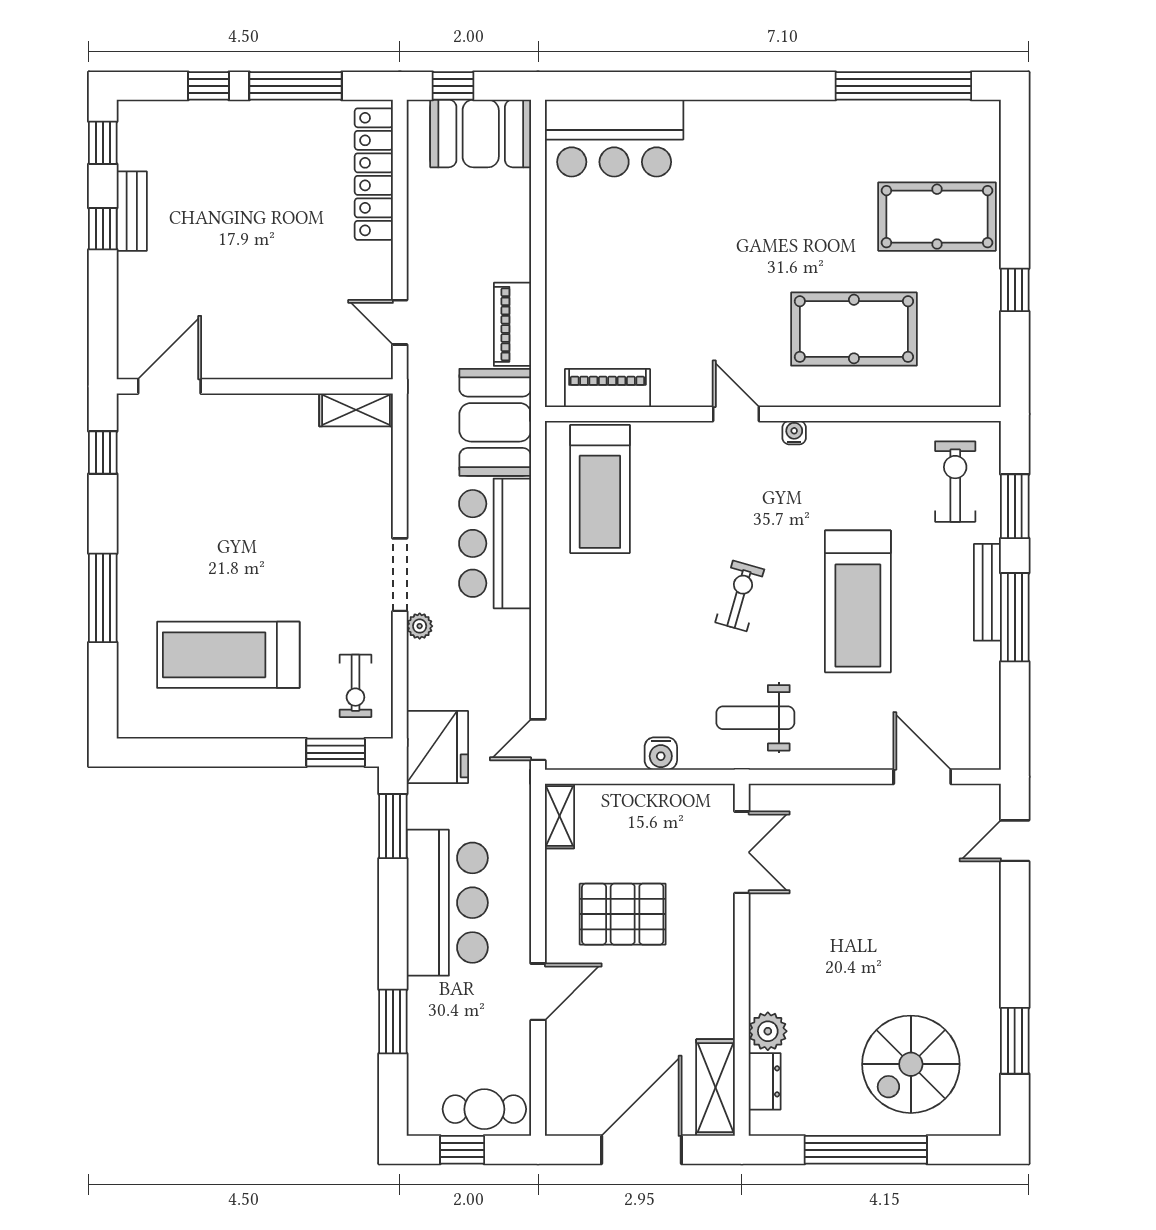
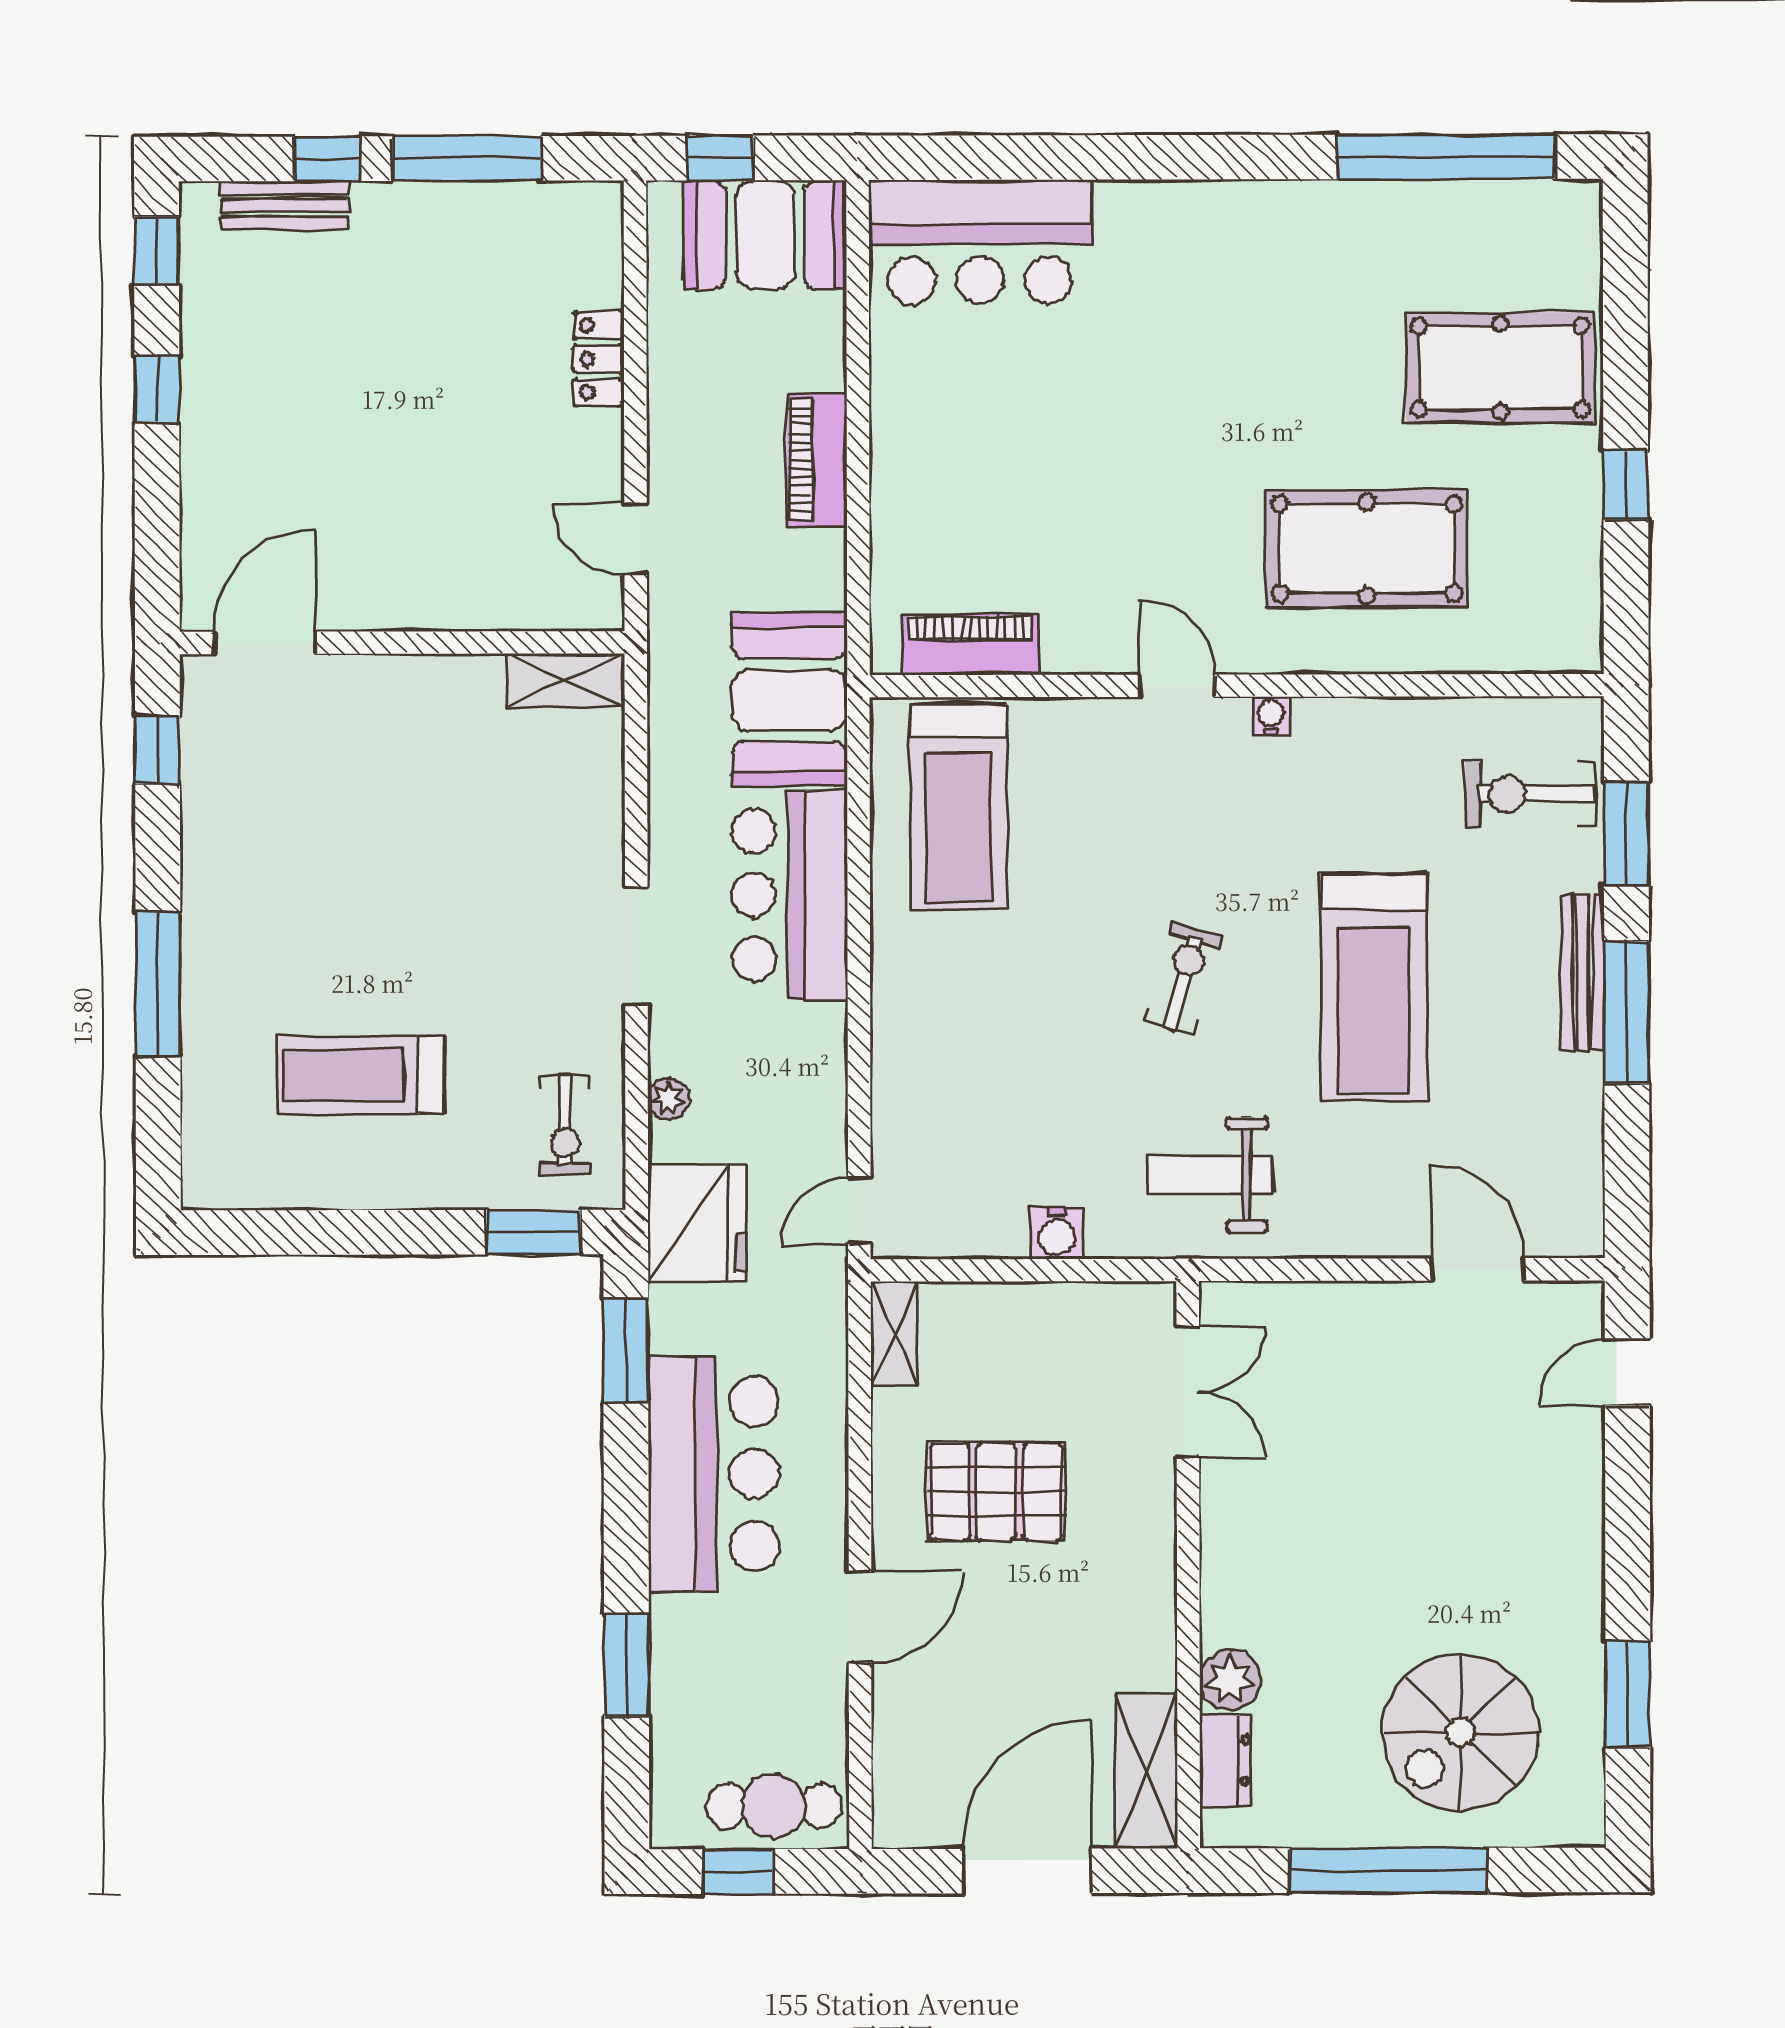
locker: (374, 174) -> (599, 359), width x0.46, depth x0.83
bench: (132, 211) -> (285, 205), moved, turned 90
piano: (512, 324) -> (817, 460), moved
exercise bike: (955, 482) -> (1530, 794), turned -90
plant: (420, 626) -> (668, 1099), moved
treadmill: (228, 655) -> (360, 1075), width x0.73, depth x0.73

